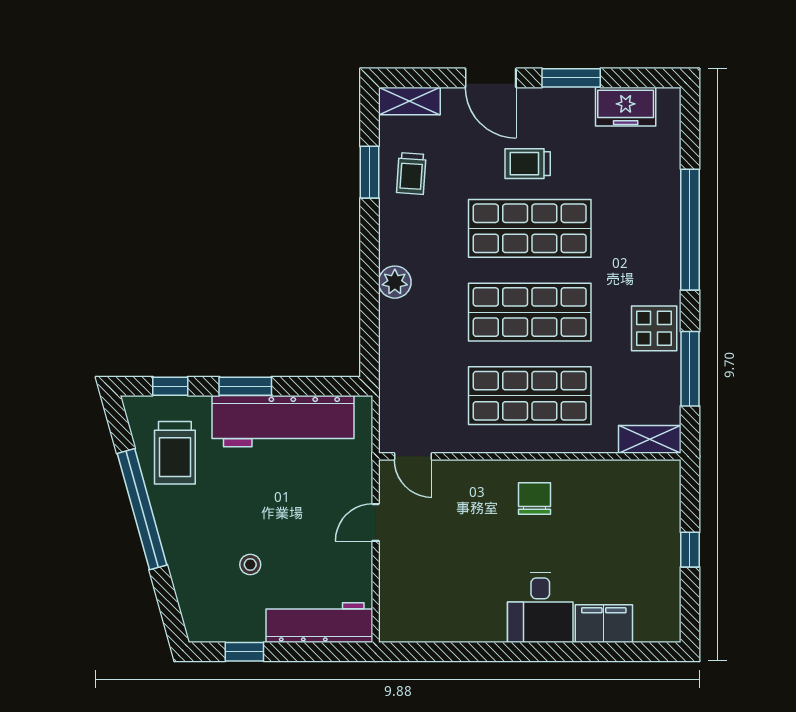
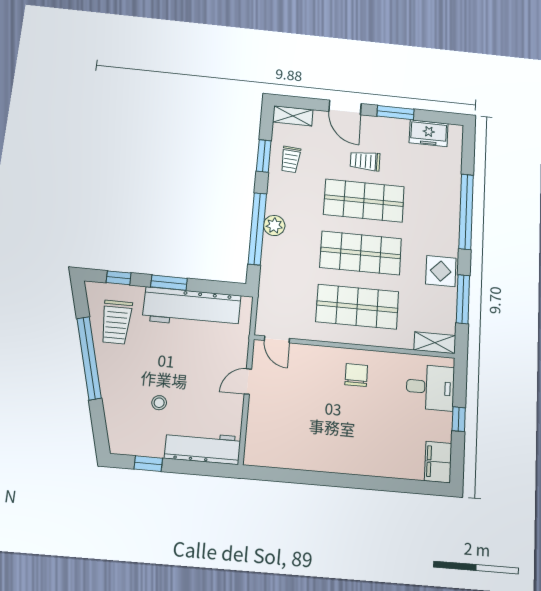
window: (369, 290) -> (257, 229), added
desk: (540, 607) -> (430, 387), moved, turned -90
filing cabinet: (604, 624) -> (438, 462), moved, turned -90

